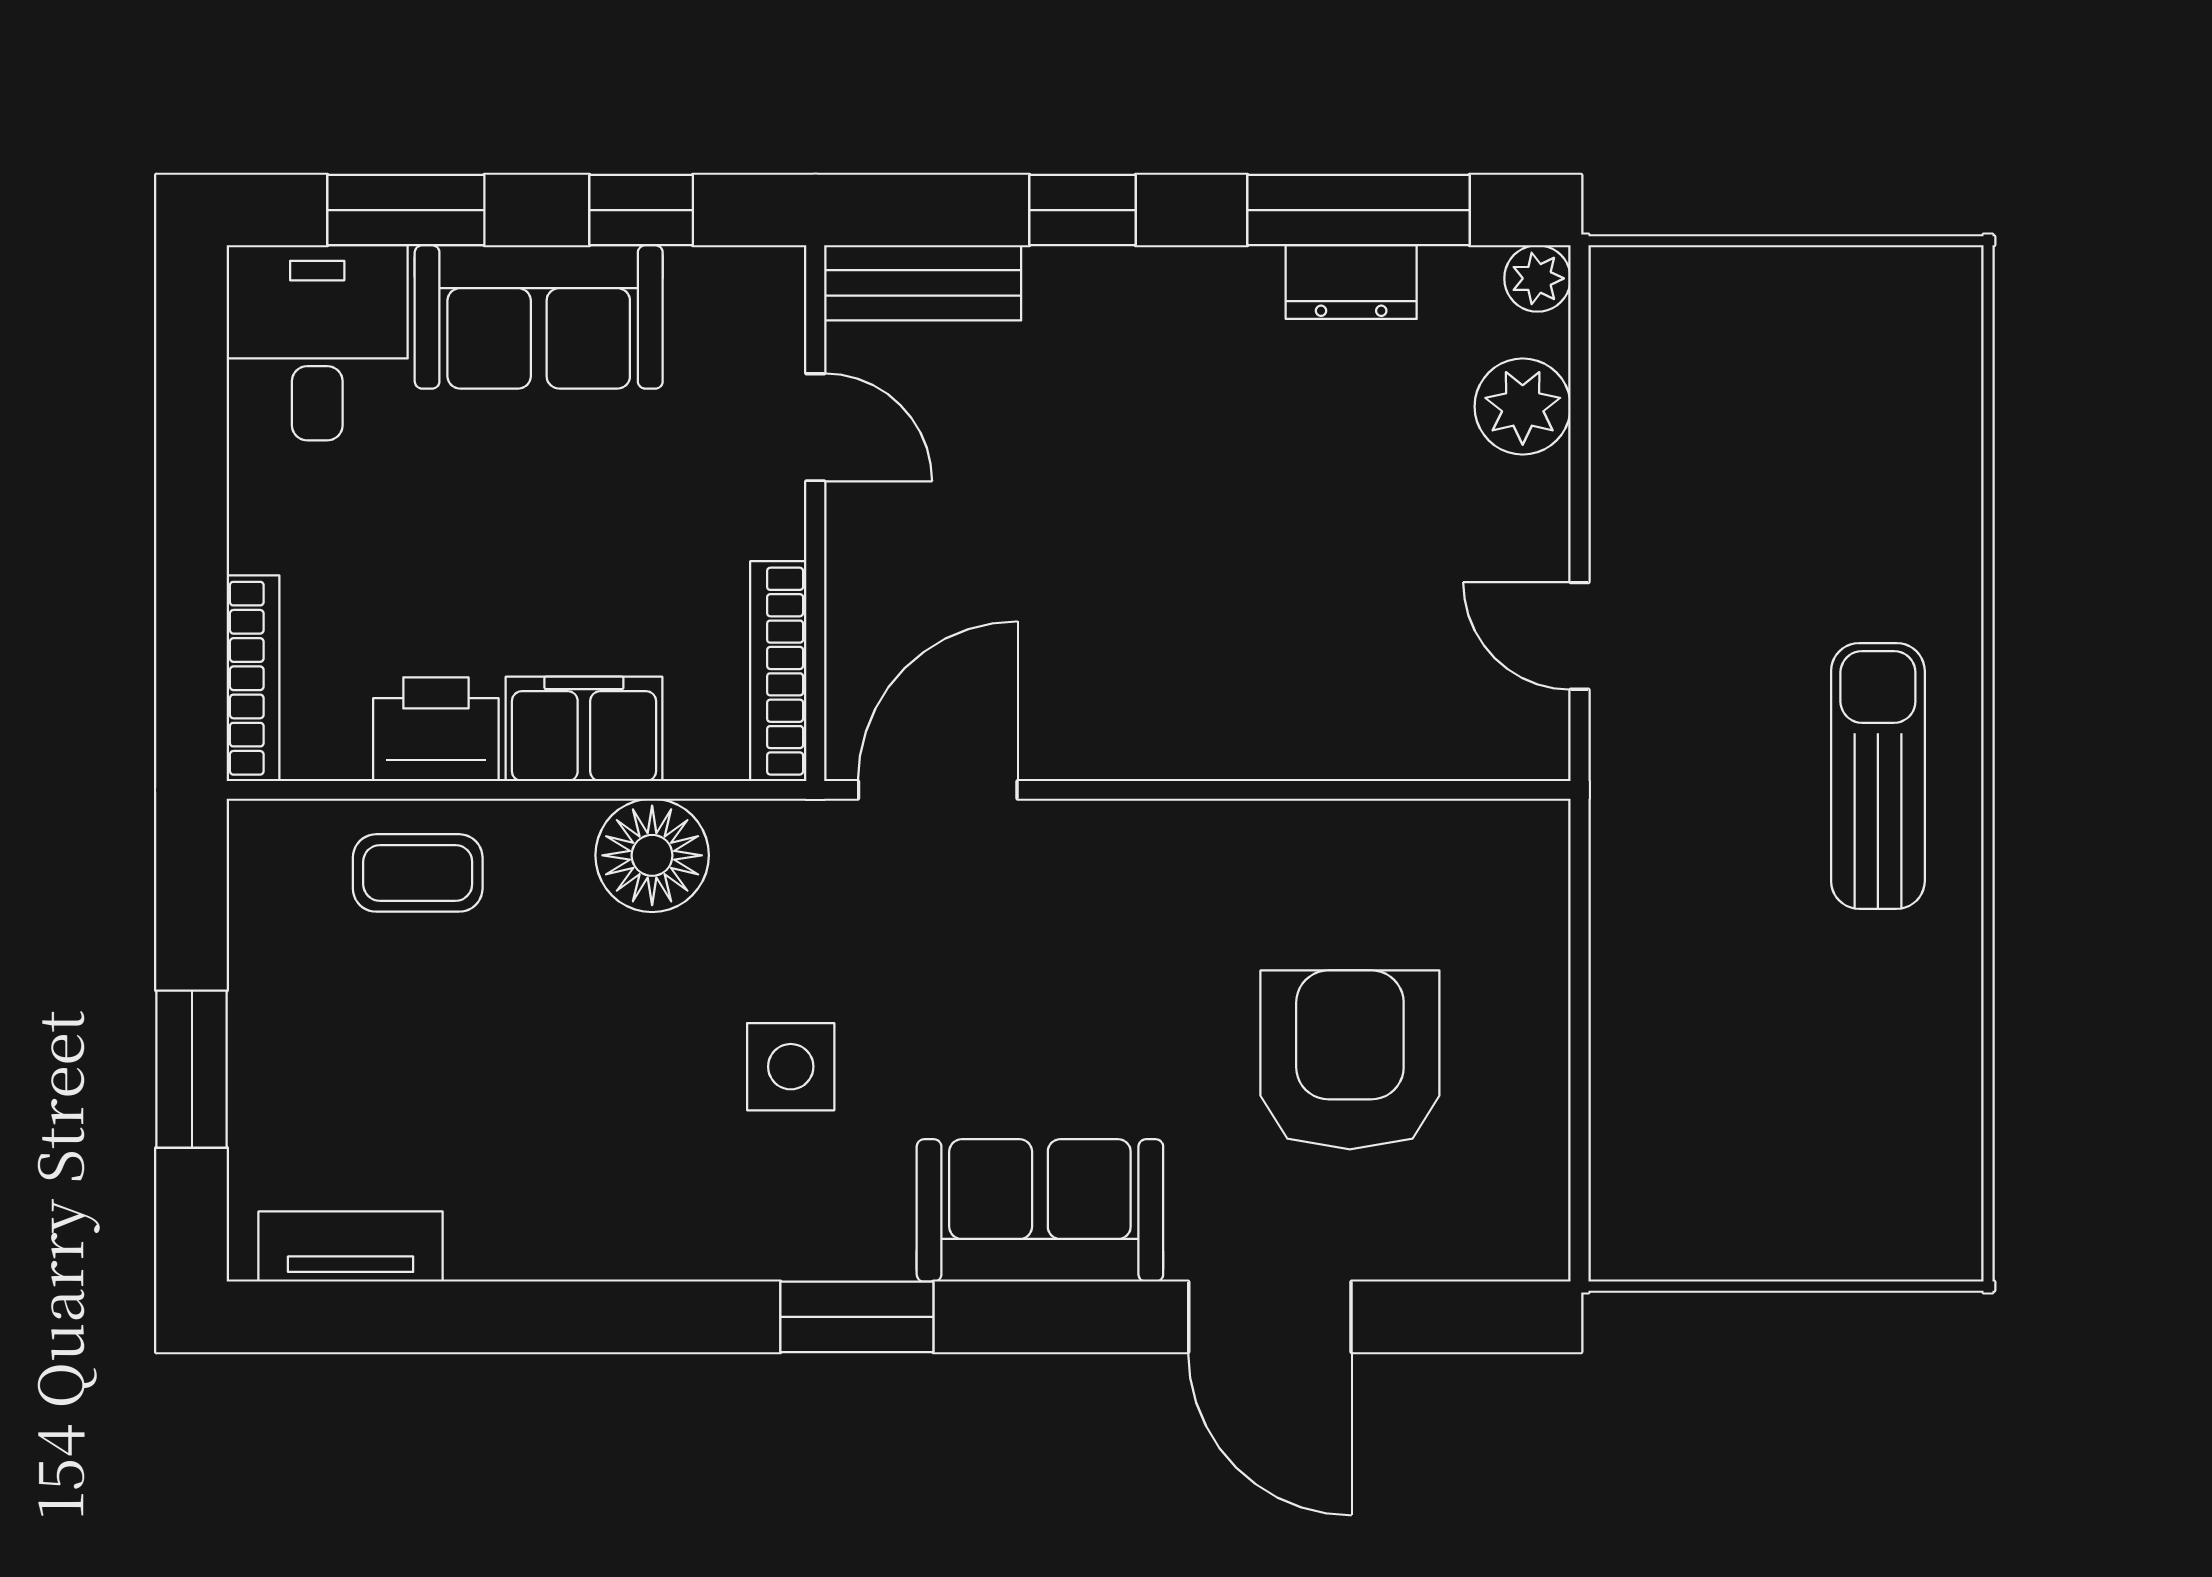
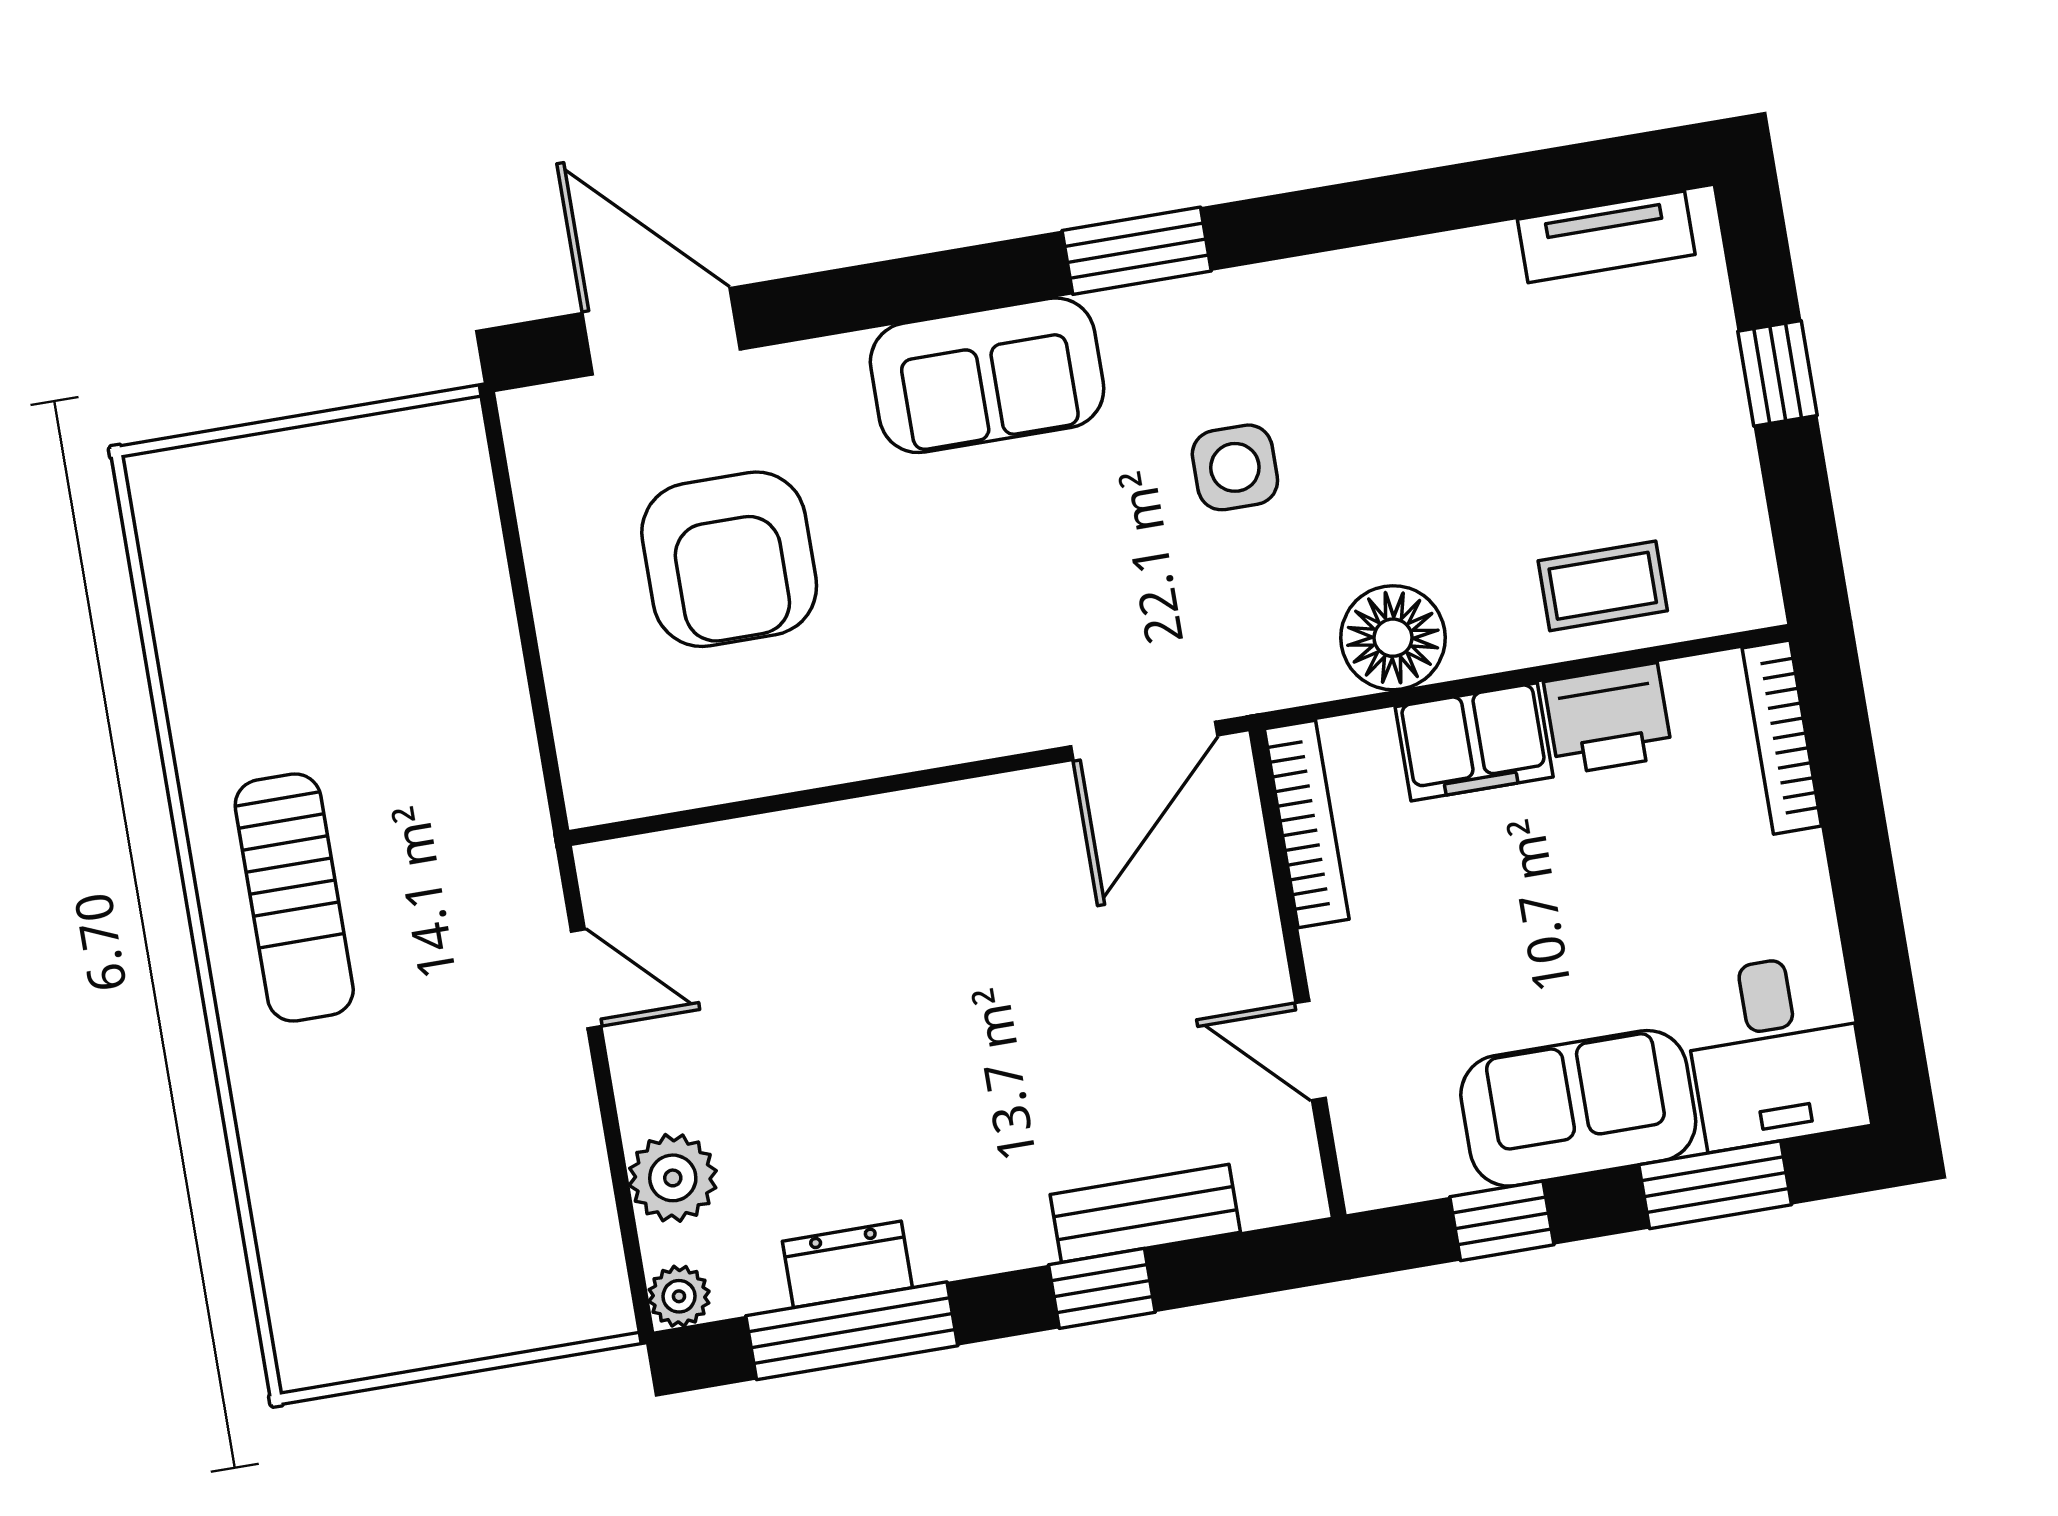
bench: (923, 283) -> (1145, 1213), moved
window: (192, 1069) -> (1778, 373), width x0.67
door: (1270, 1317) -> (661, 331), moved

